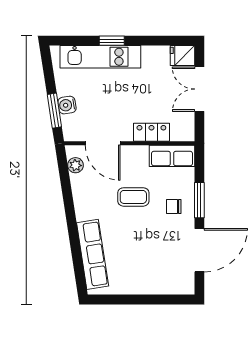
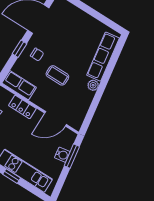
door: (103, 143) -> (55, 119), swing flipped
plant: (76, 165) -> (93, 85), moved
window: (199, 200) -> (19, 49), width x0.67

